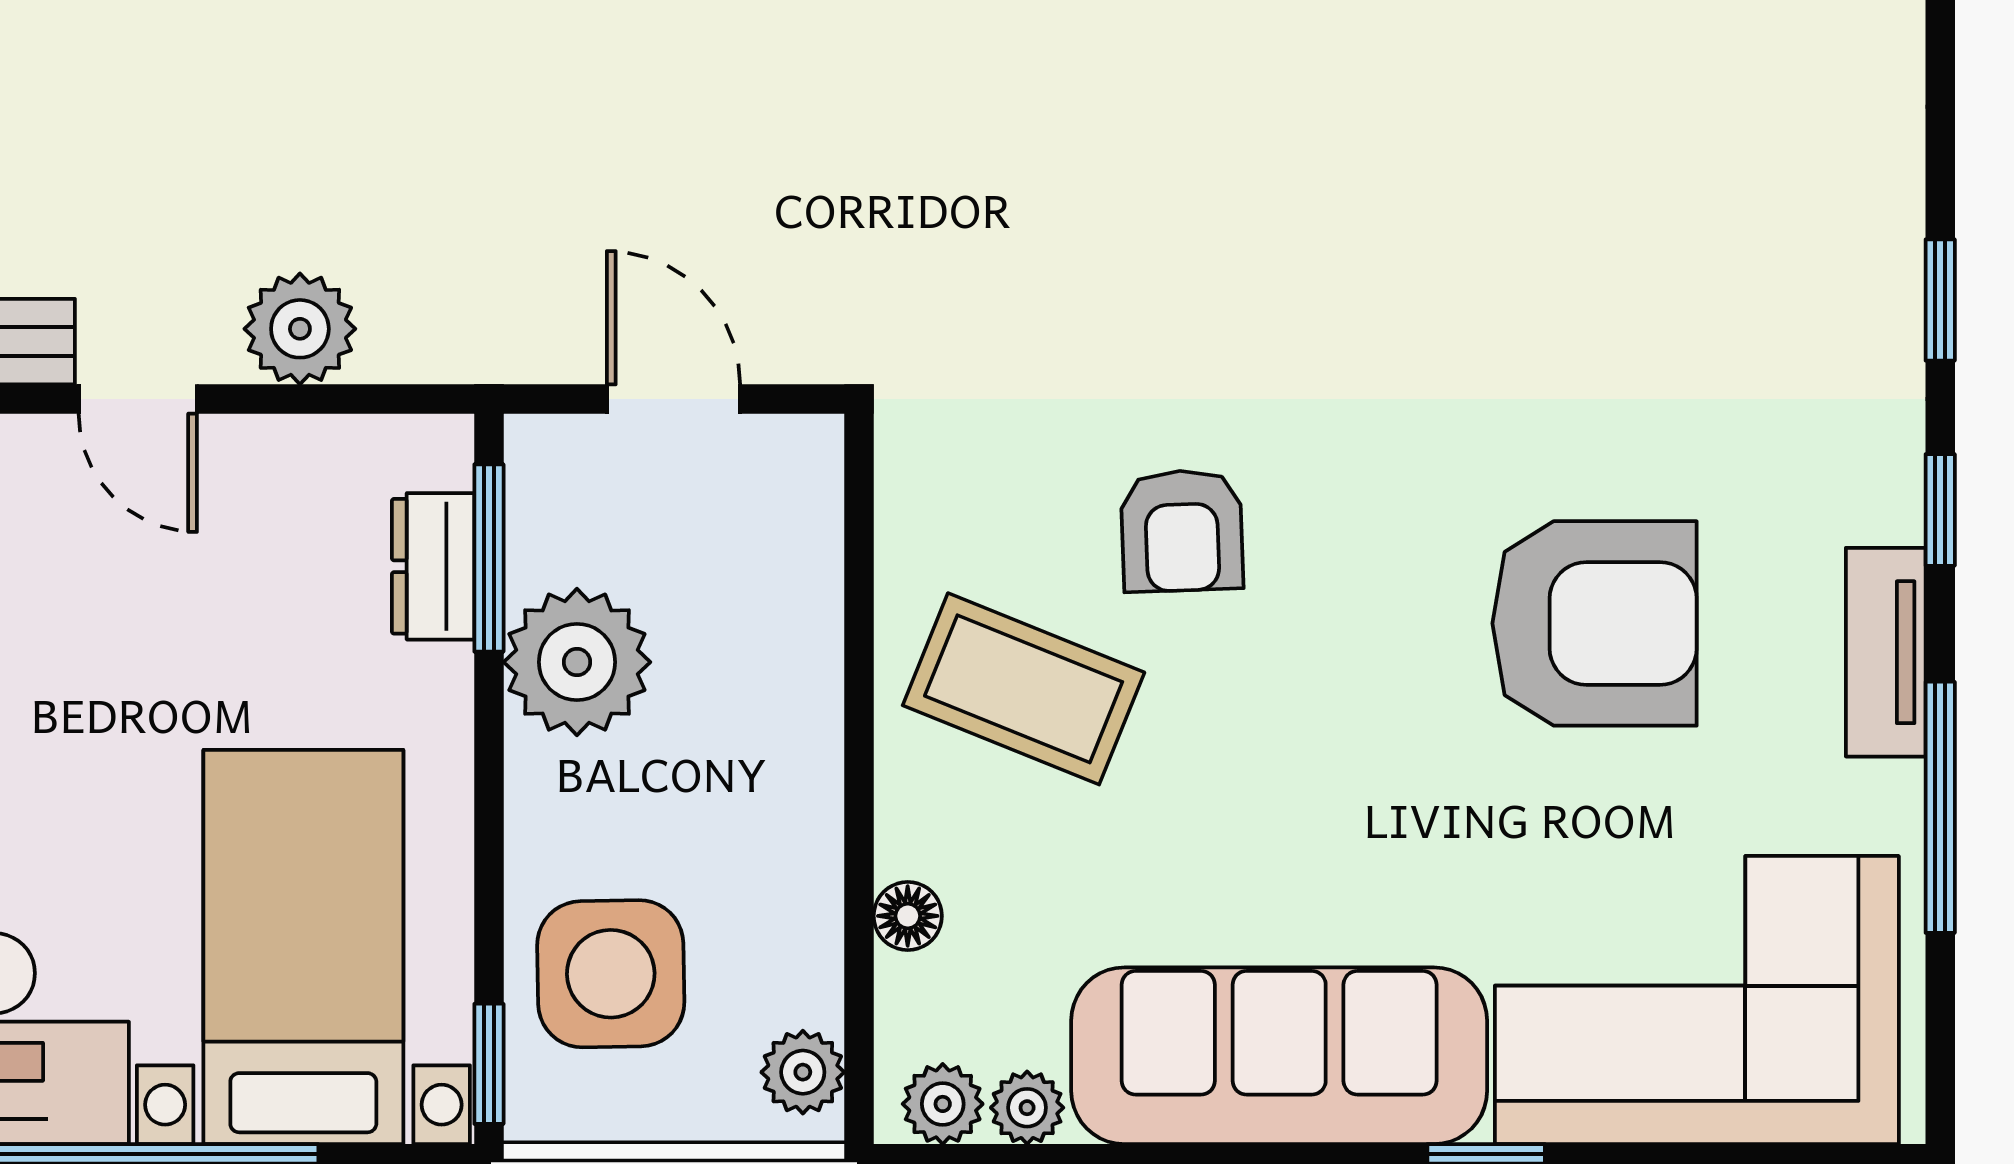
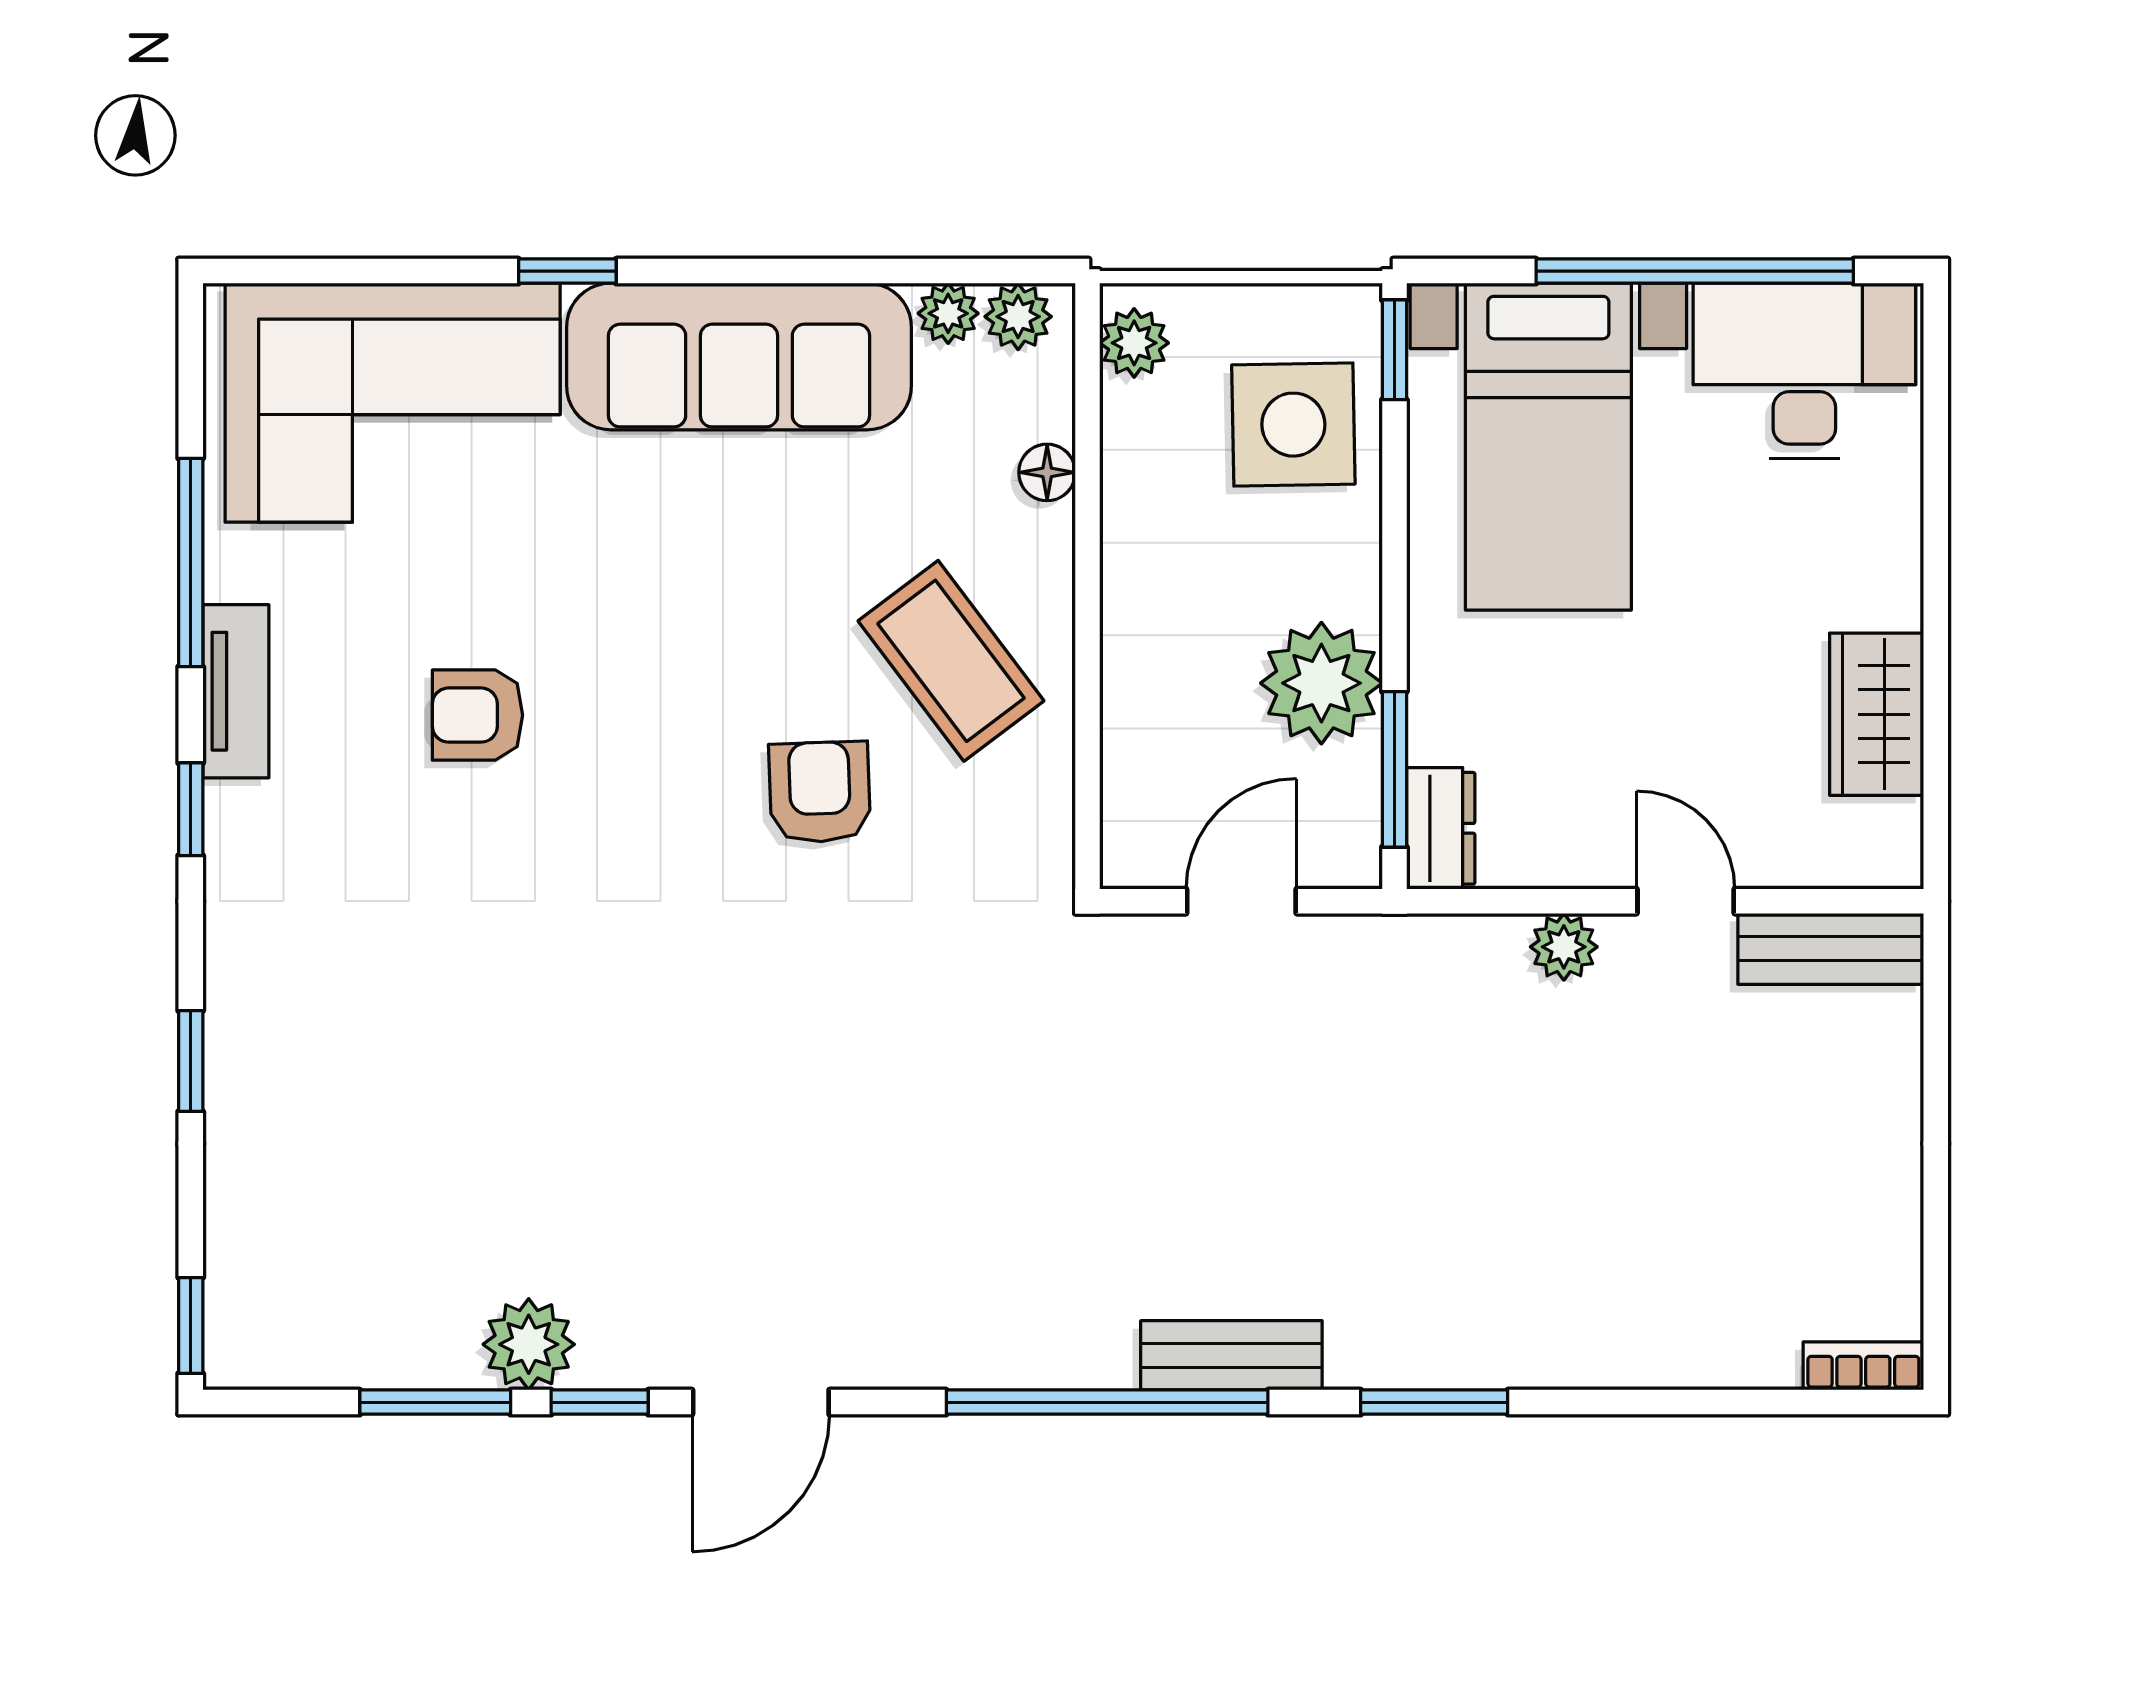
window: (1940, 300) -> (191, 1061), moved
plant: (300, 329) -> (1564, 947), width x0.73, depth x0.73
door: (673, 399) -> (1241, 901), swing flipped
dresser: (433, 566) -> (1441, 828), moved
armchair: (1595, 623) -> (477, 715), width x0.53, depth x0.53
coffee table: (1024, 689) -> (951, 661), turned 31

